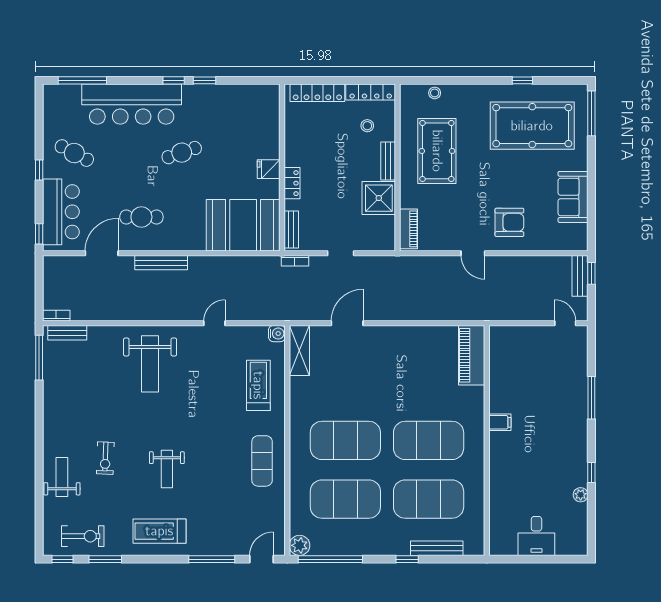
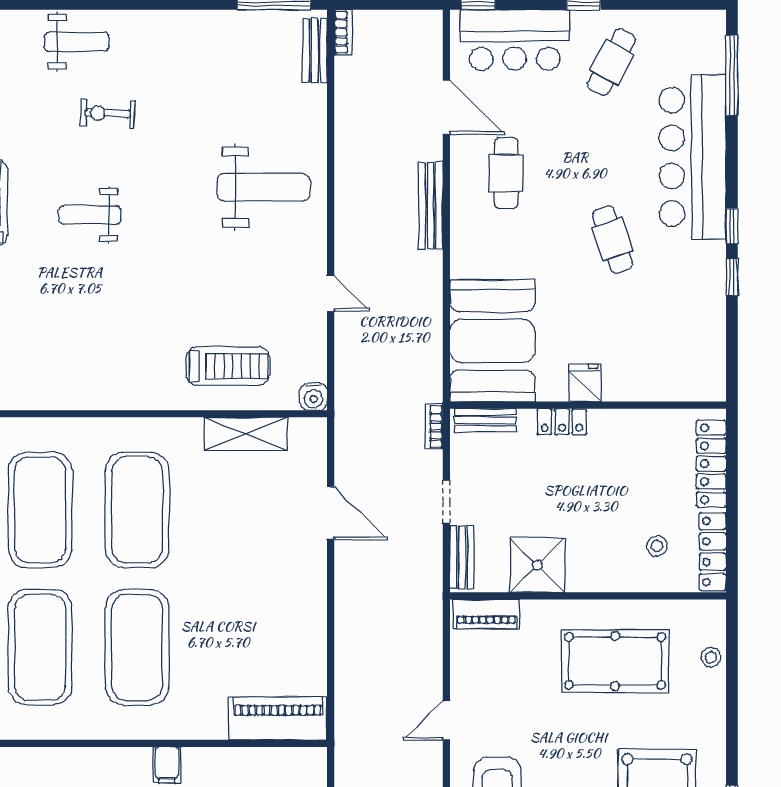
bench: (388, 161) -> (462, 557), moved, turned 90
shelving: (299, 350) -> (246, 434), moved
weight bench: (150, 364) -> (263, 187), turned 180
exercise mat: (262, 461) -> (103, 372), removed

